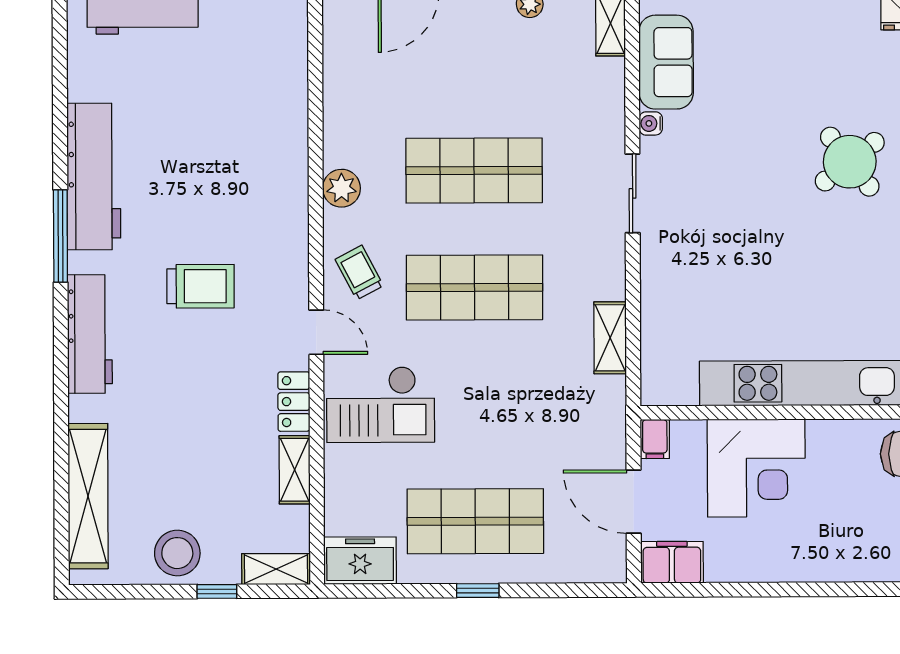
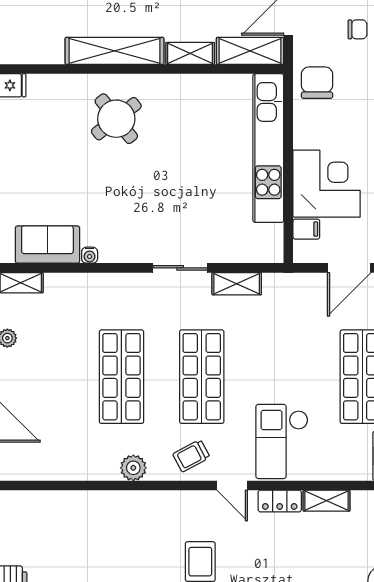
sliding door: (633, 193) -> (180, 268), moved
door: (316, 332) -> (232, 485), swing flipped
checkout: (381, 404) -> (282, 441), turned 180
filing cabinet: (655, 439) -> (306, 229), moved

